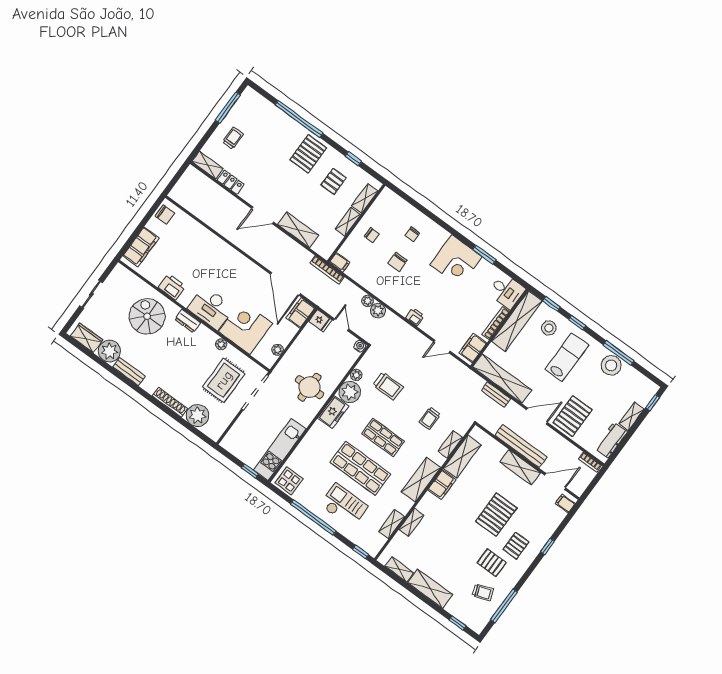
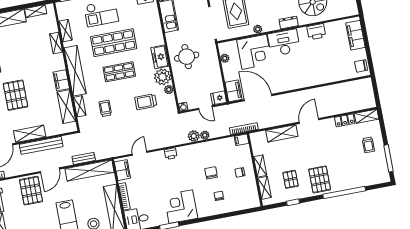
shelving: (421, 480) -> (75, 71), width x1.47

